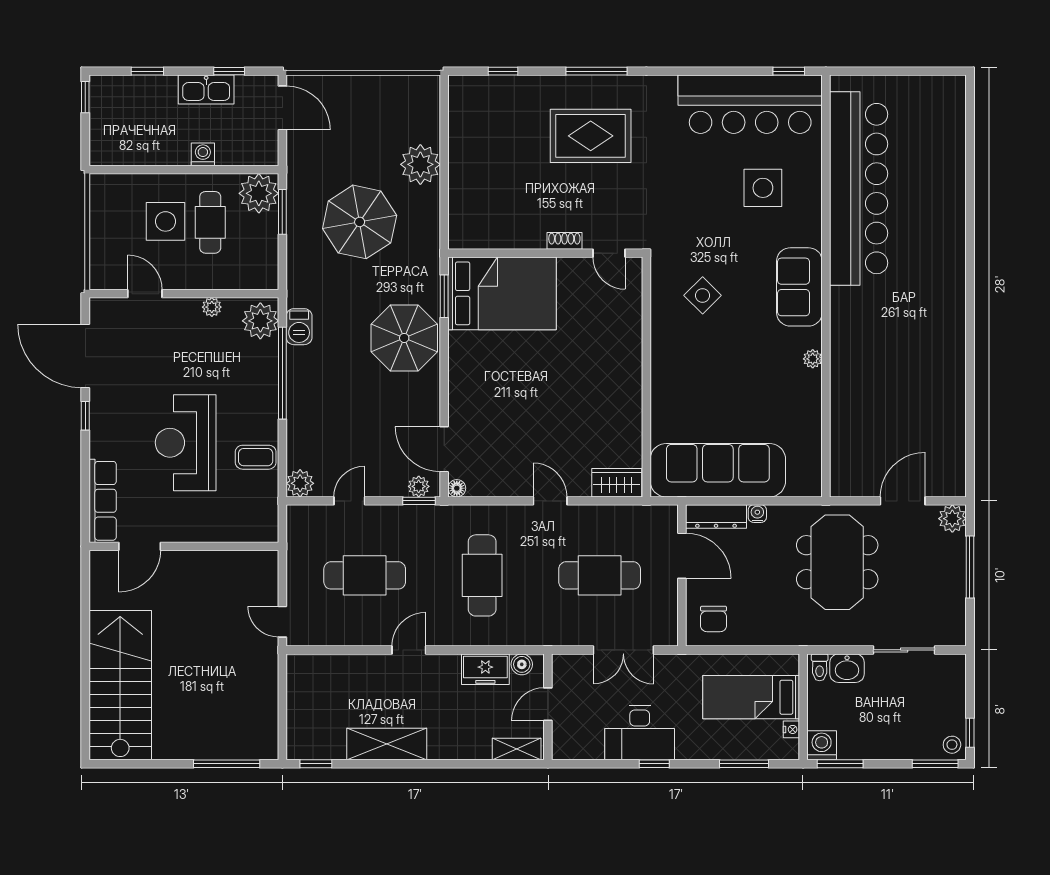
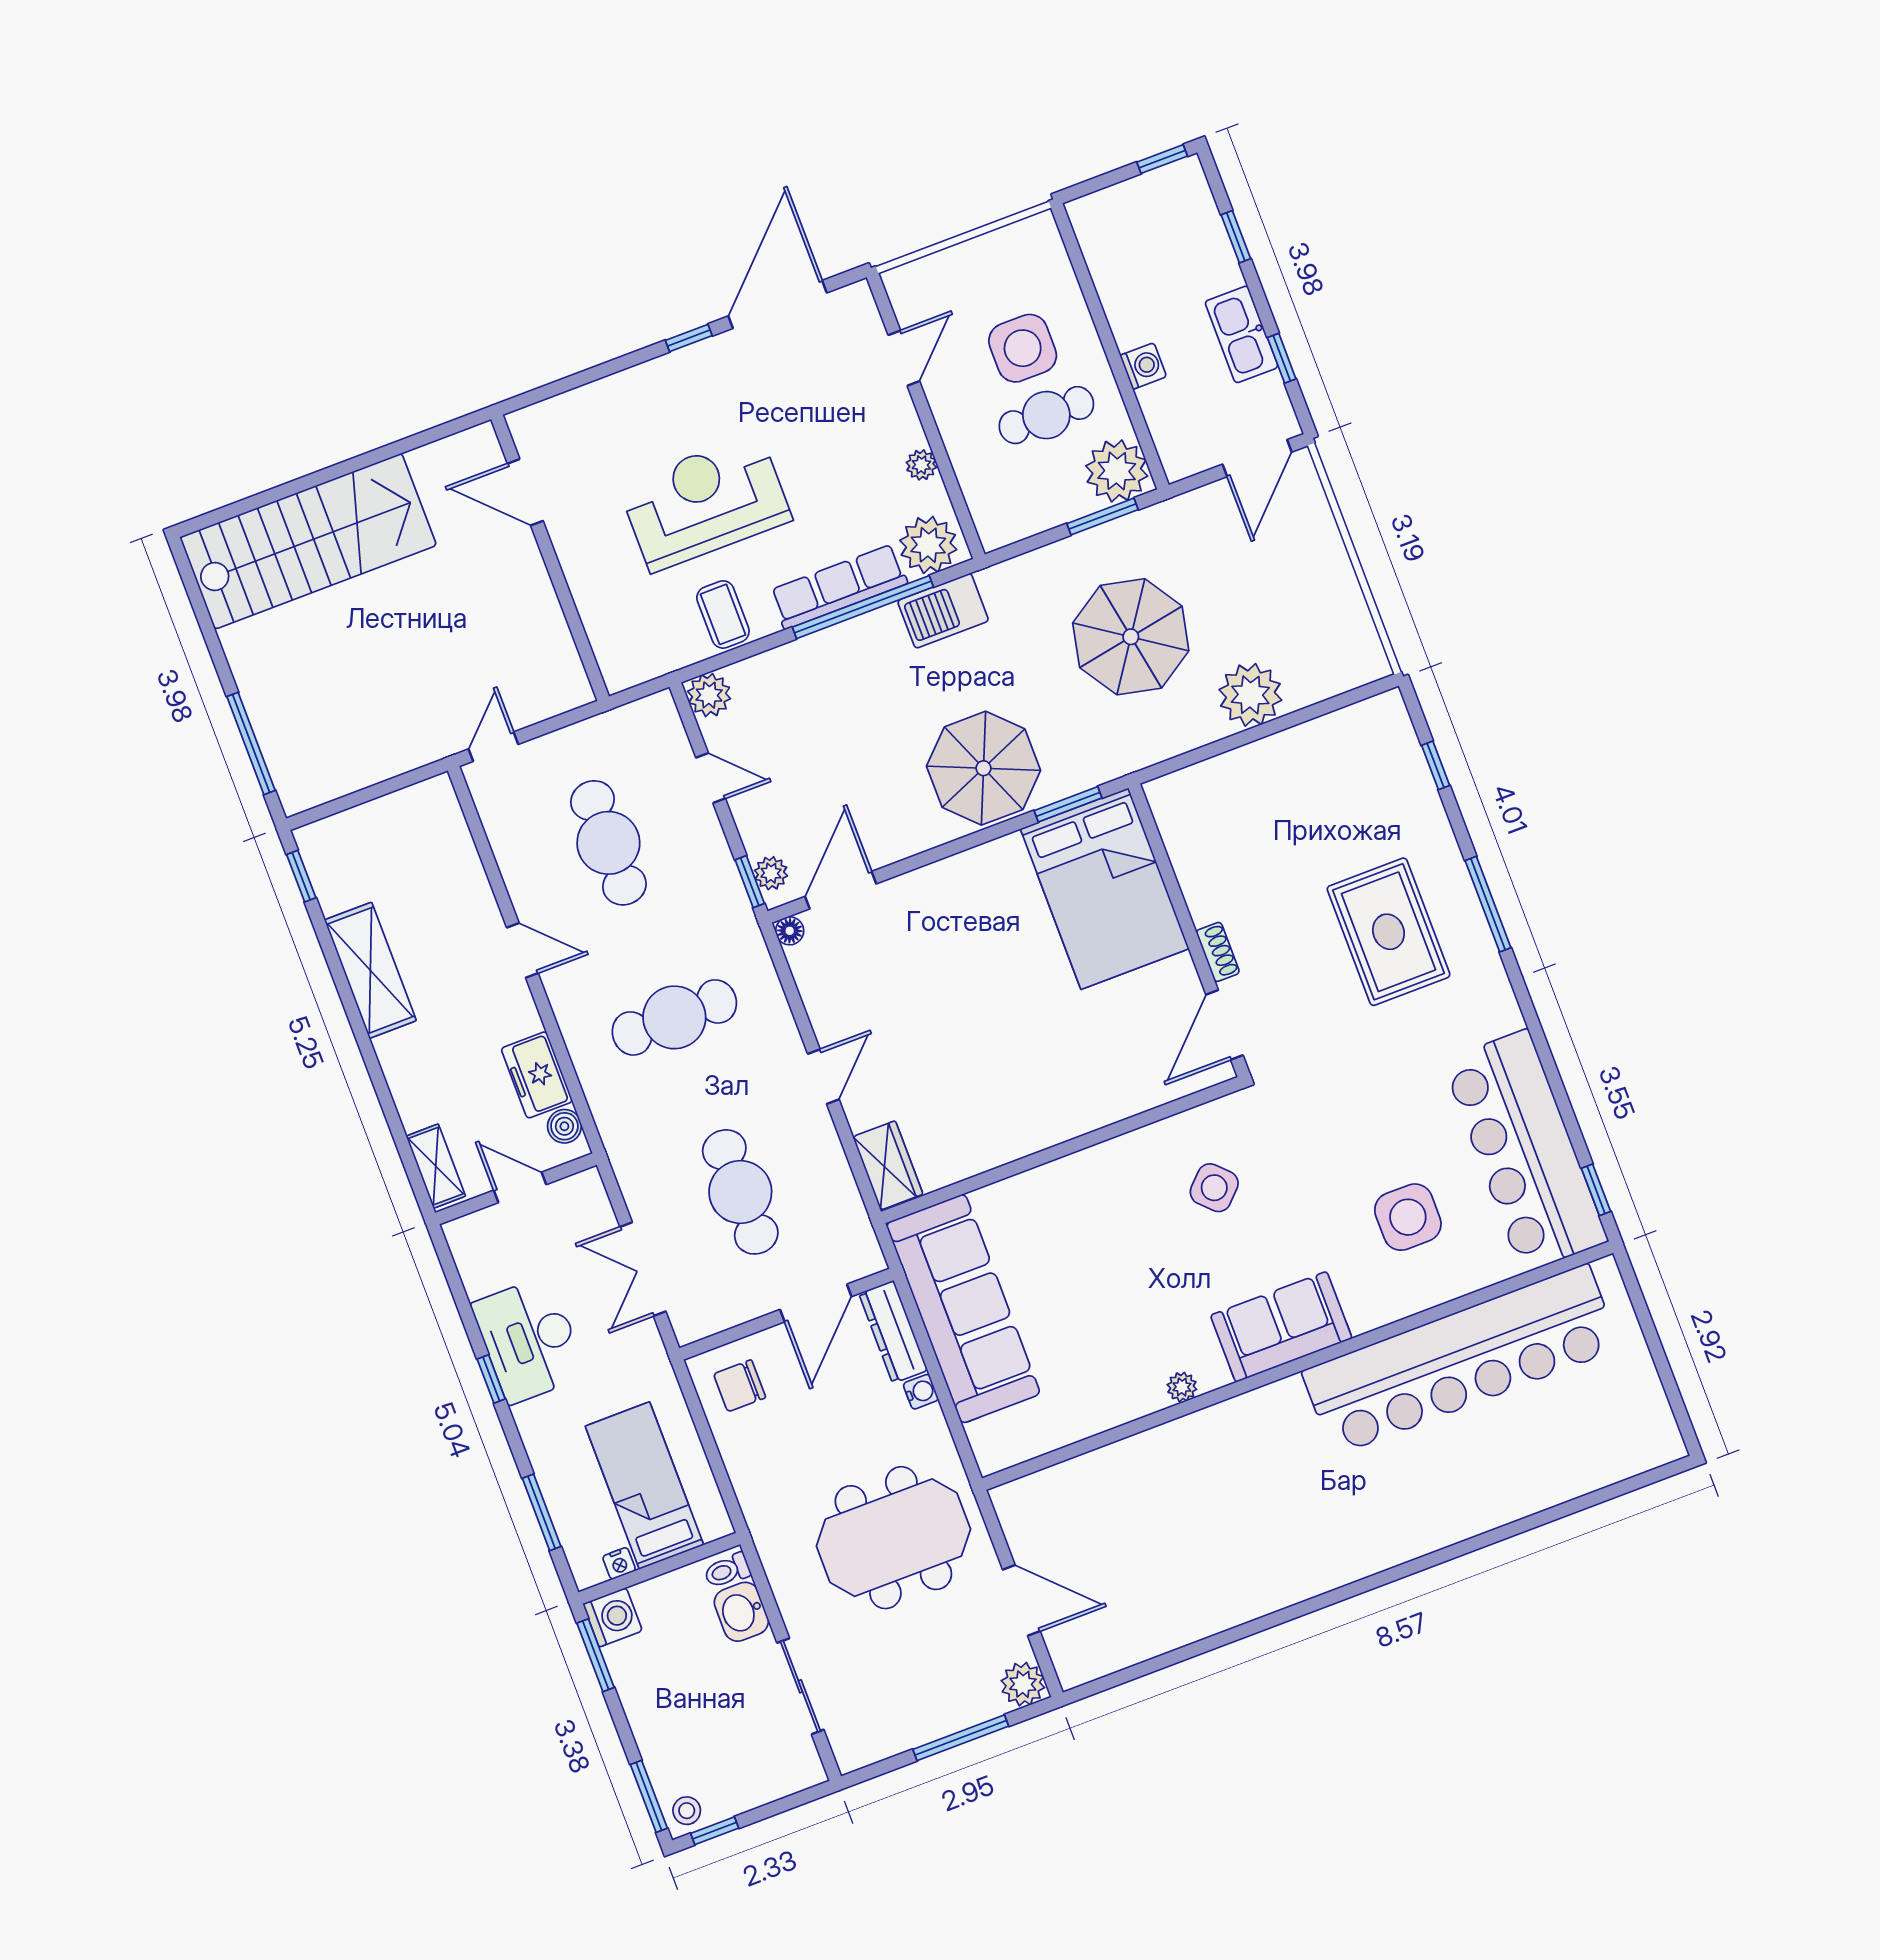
door: (609, 253) -> (1225, 1025), width x1.38
barbecue: (299, 327) -> (943, 611), width x1.38, depth x1.27
row of seats: (103, 501) -> (839, 587), moved, turned 180

